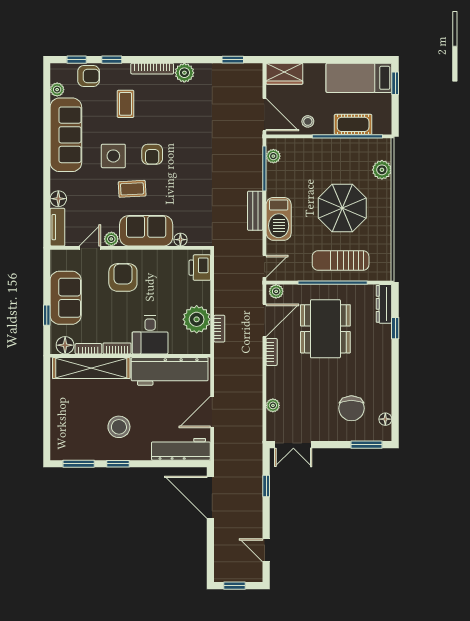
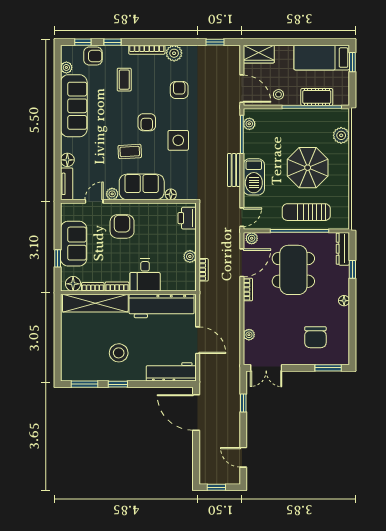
armchair: (190, 116) -> (179, 90), added
side table: (113, 156) -> (178, 140), moved
plant: (197, 319) -> (190, 256), width x0.53, depth x0.53
door: (212, 412) -> (198, 340), swing flipped
floor lamp: (385, 419) -> (344, 301), moved

